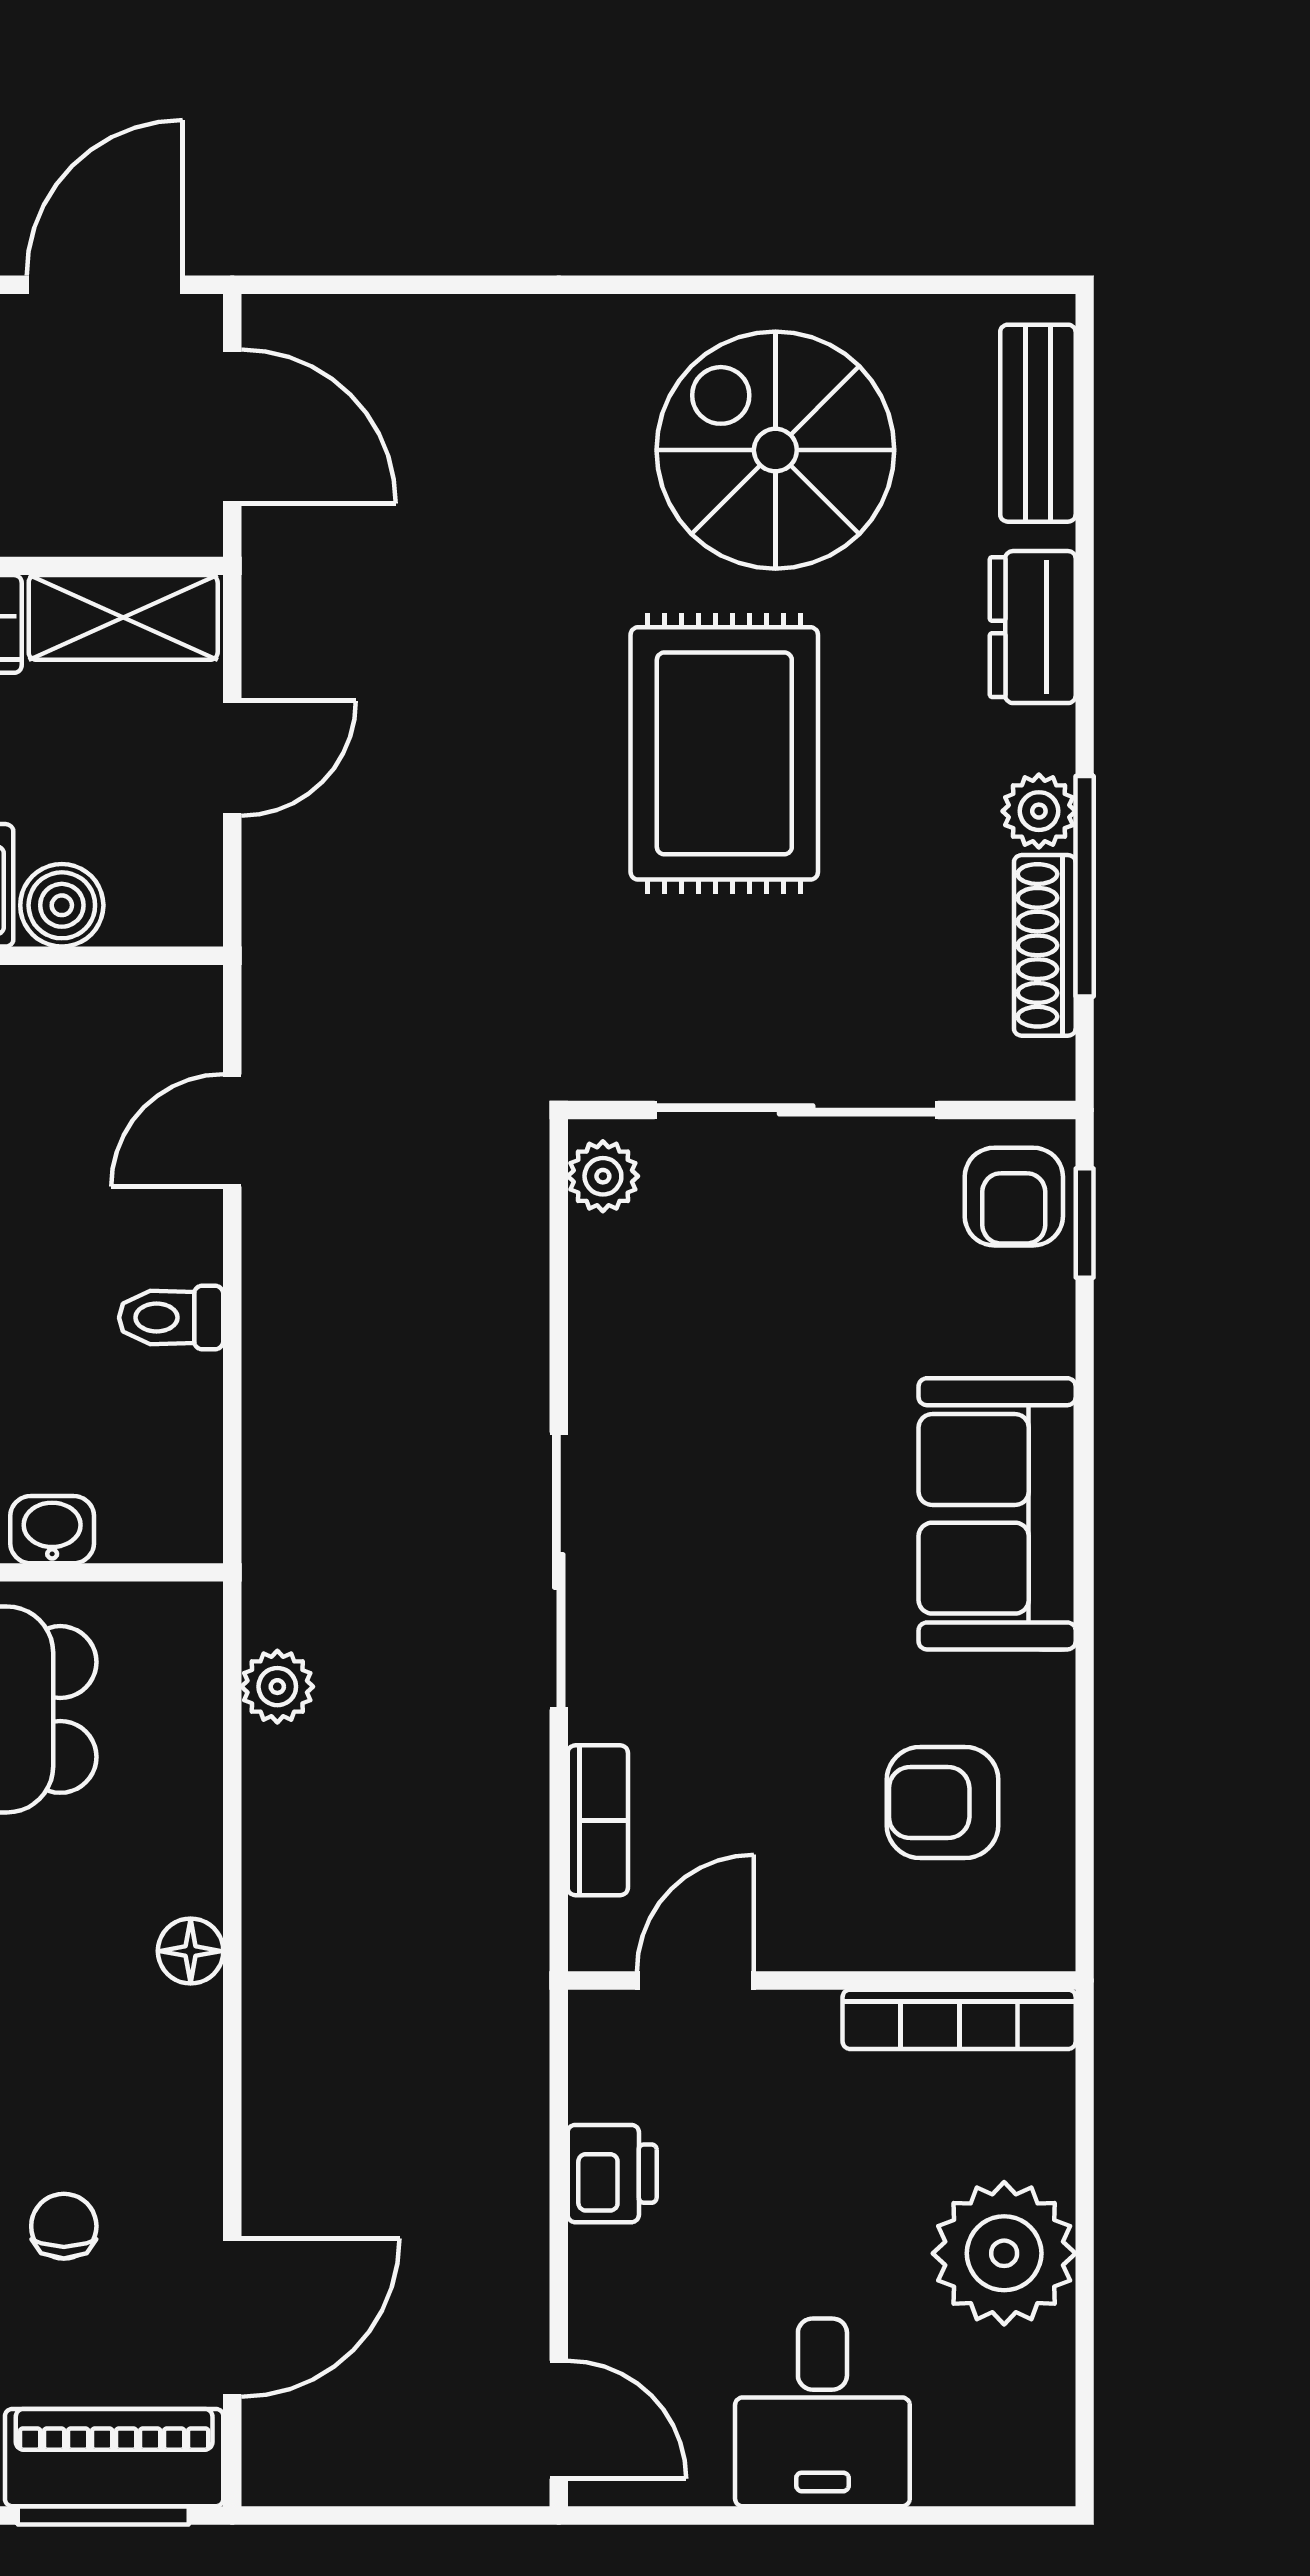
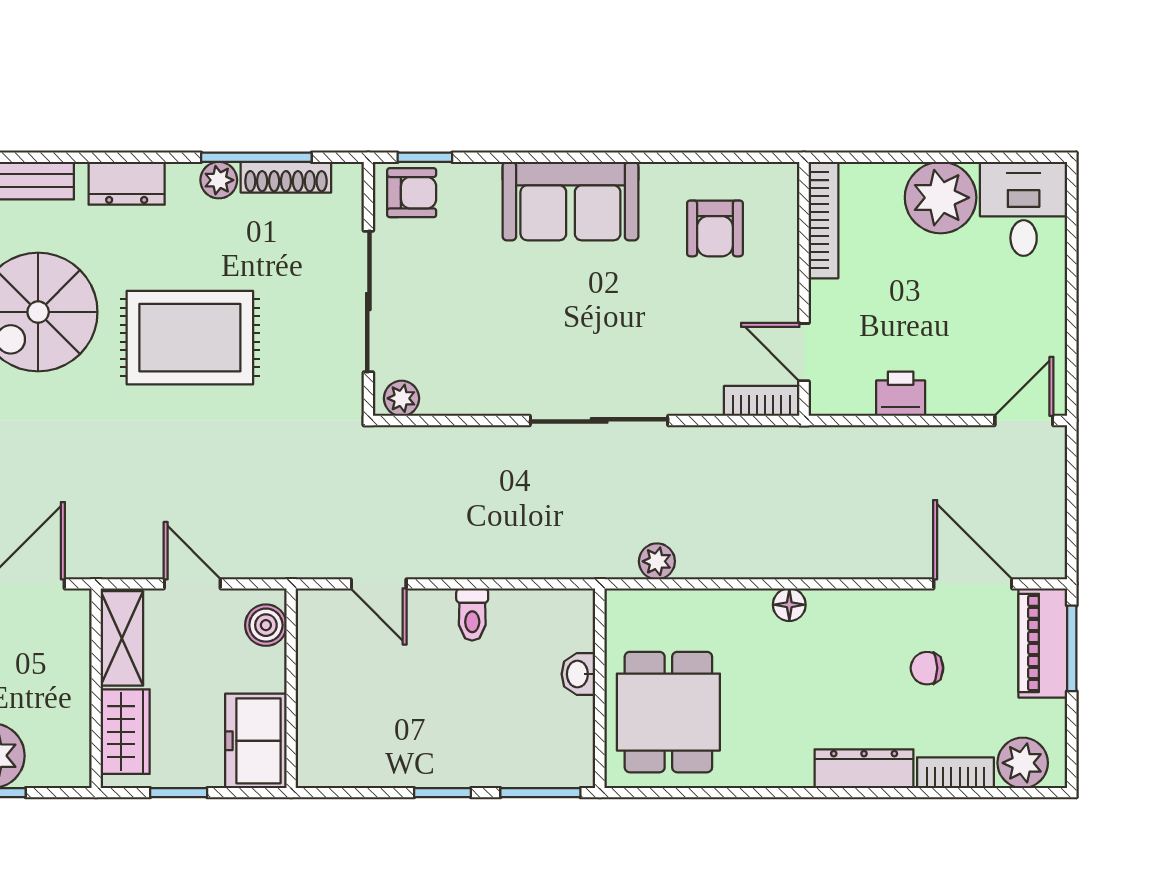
boiler: (62, 905) -> (266, 625), moved
bookcase: (598, 1820) -> (761, 401), moved
desk: (822, 2412) -> (1024, 209), moved, turned -90

